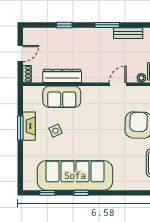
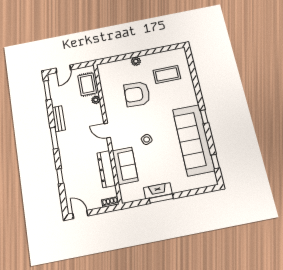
door: (20, 54) -> (80, 215), moved
door: (118, 84) -> (107, 131), moved
side table: (55, 131) -> (147, 139), moved
window: (81, 193) -> (204, 117), moved

